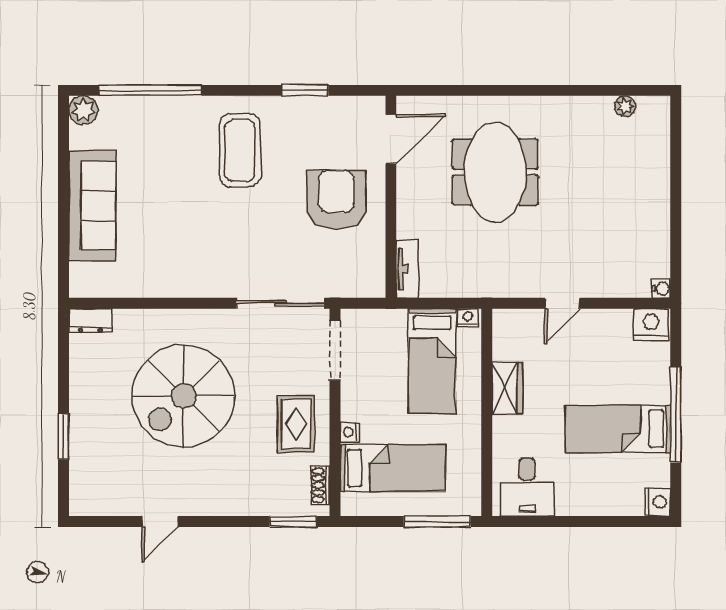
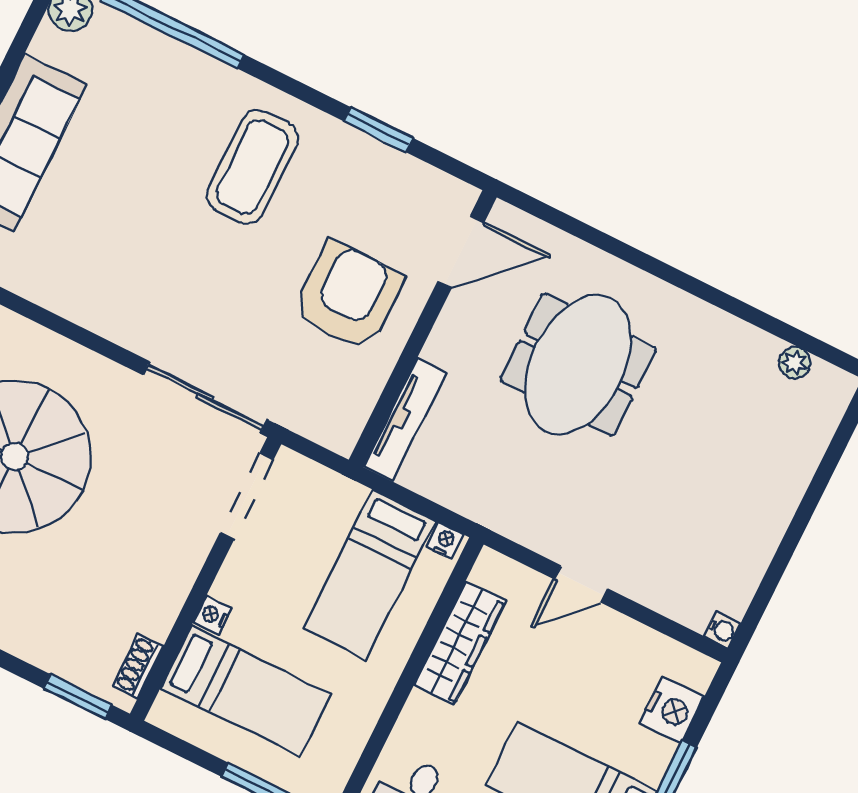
tv unit: (407, 269) -> (405, 420), width x1.41
nightstand: (651, 324) -> (671, 710), moved, turned 90
wardrobe: (507, 388) -> (460, 643), width x1.50
rug: (296, 424) -> (146, 568), removed

